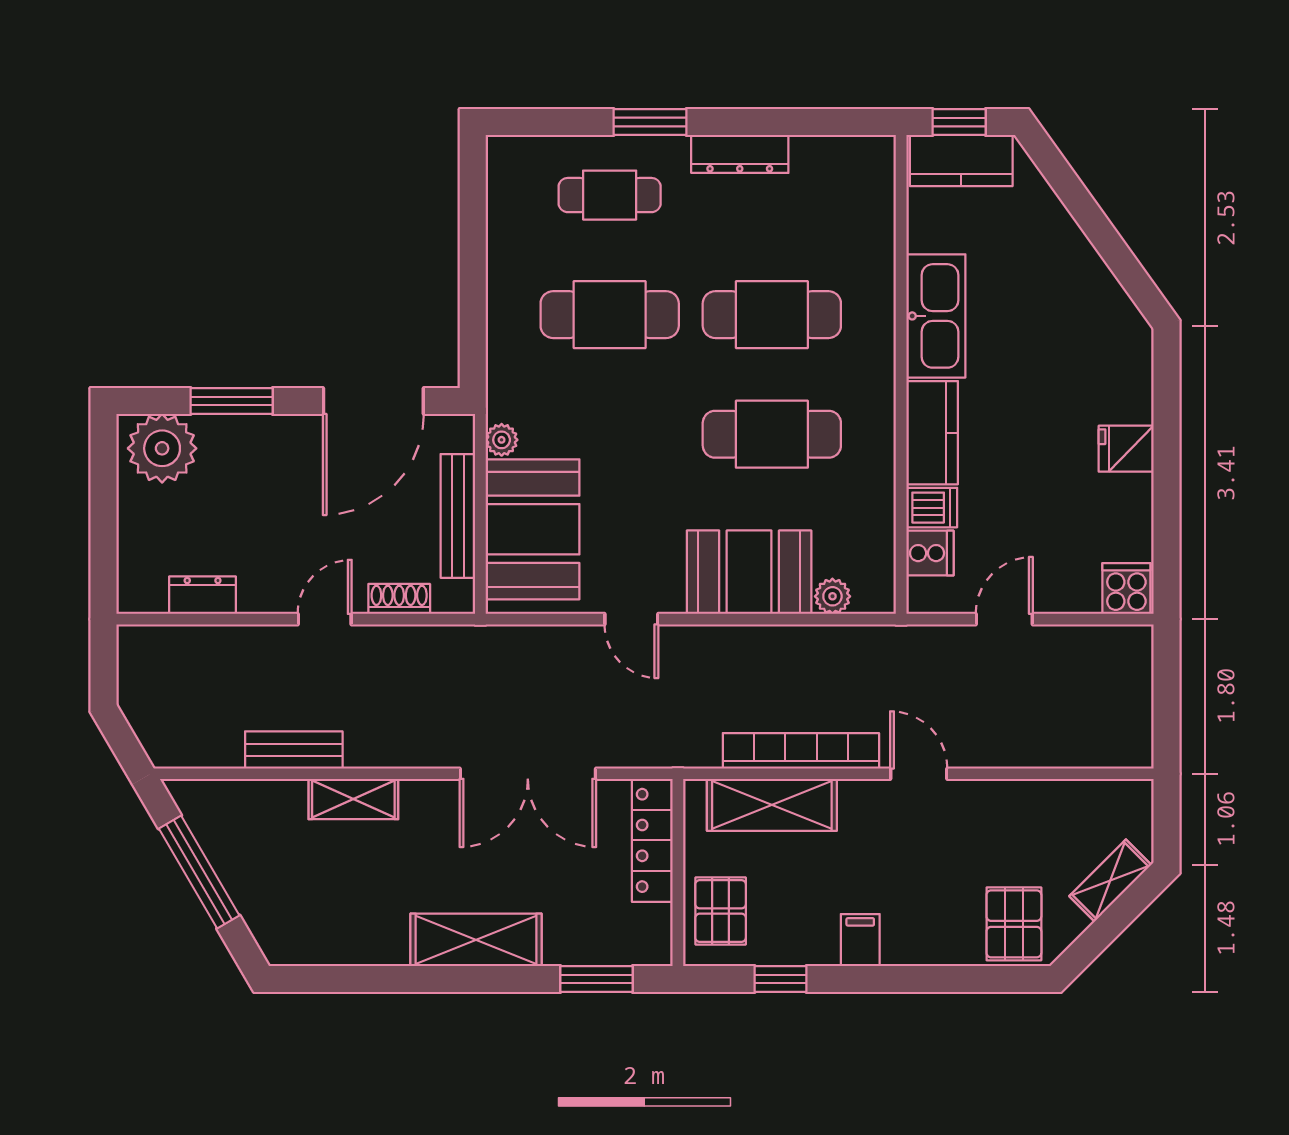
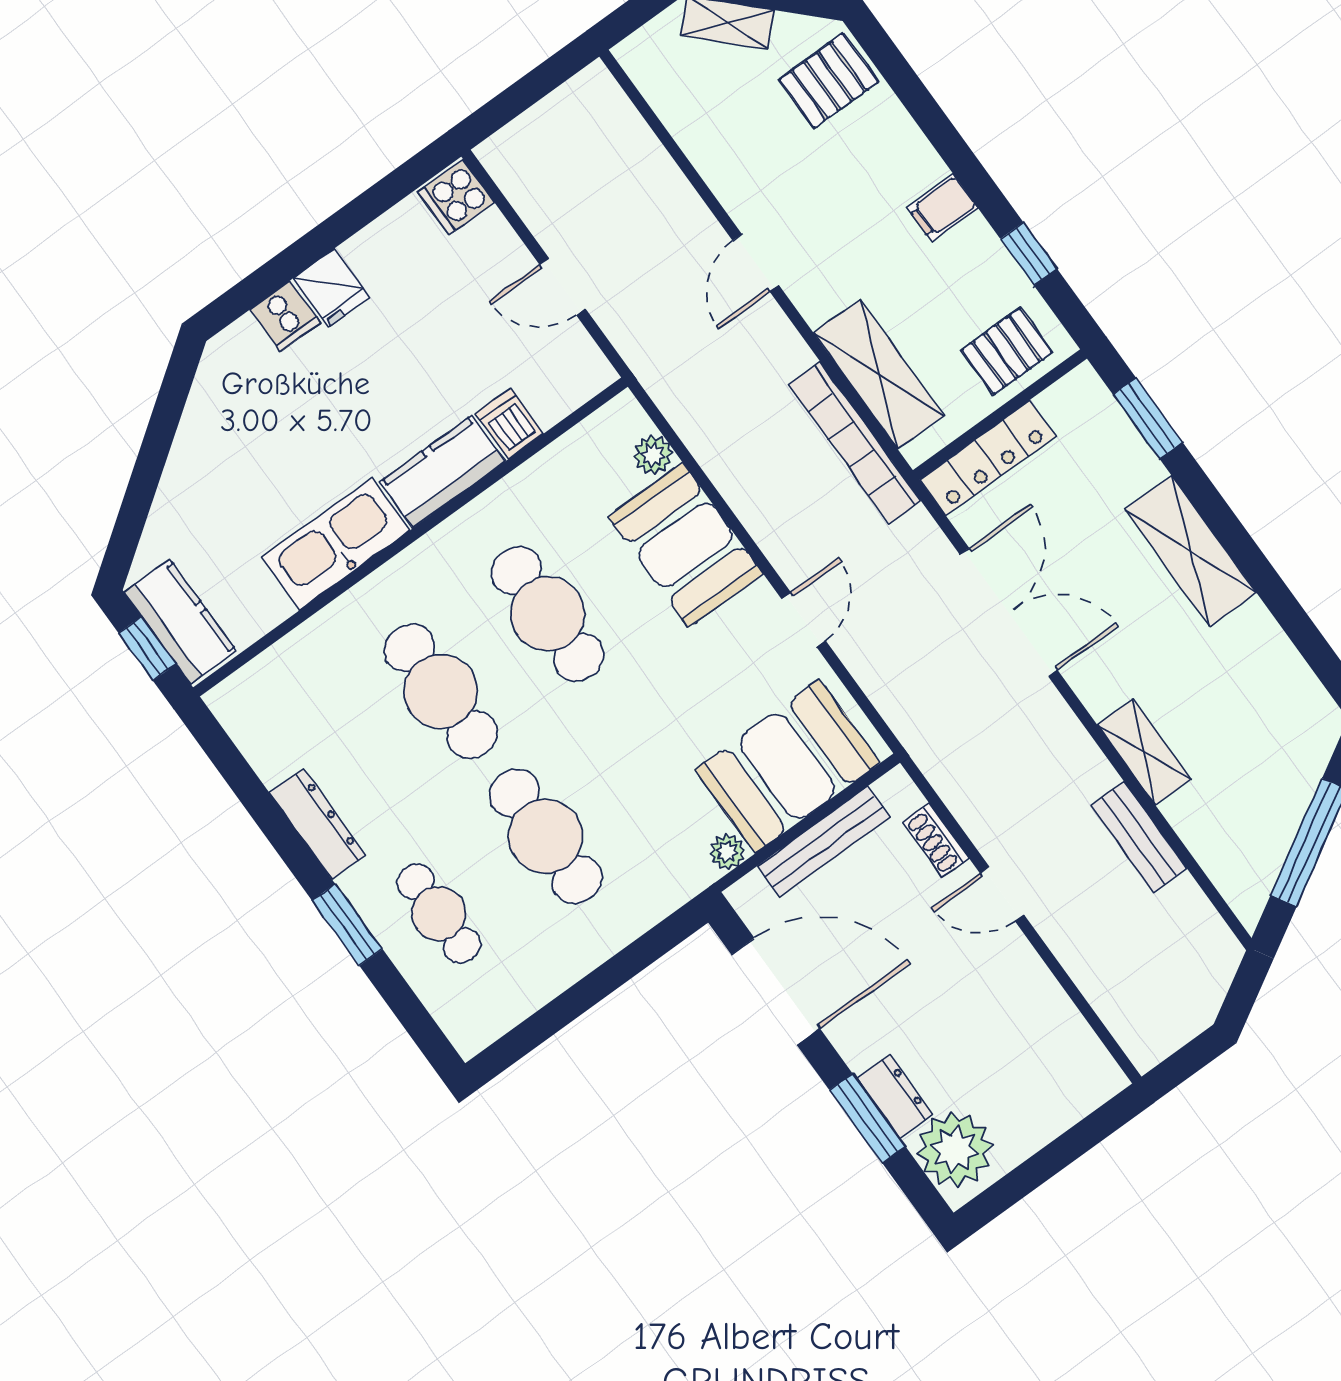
cooker: (930, 553) -> (285, 316), moved, turned 180
dresser: (203, 595) -> (895, 1096), moved, turned 180
bookcase: (801, 751) -> (855, 442), moved

